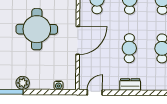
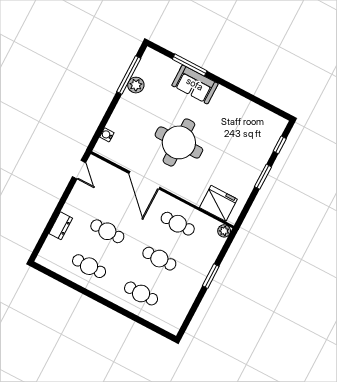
plant: (23, 83) -> (136, 85), moved
dresser: (130, 84) -> (61, 226), moved

